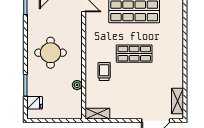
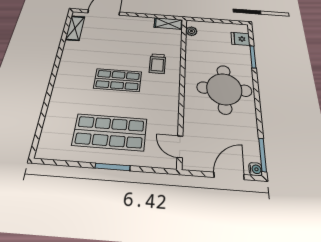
round table: (50, 53) -> (224, 89), width x1.36, depth x1.36
plant: (77, 85) -> (191, 31), moved

